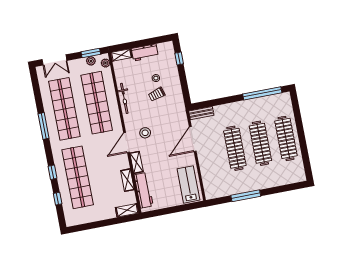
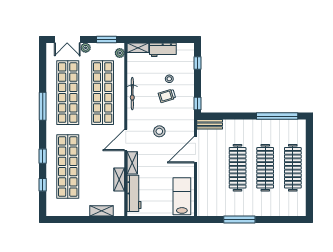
plant: (91, 61) -> (86, 48), moved
window: (186, 96) -> (197, 104), added
stool: (145, 133) -> (159, 131), moved
shelving: (127, 210) -> (102, 211), moved

